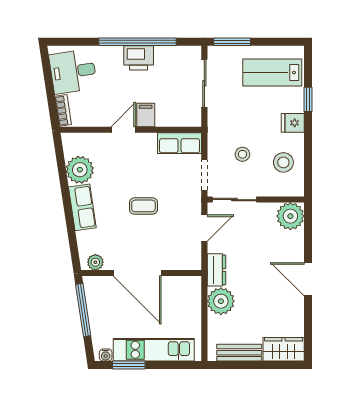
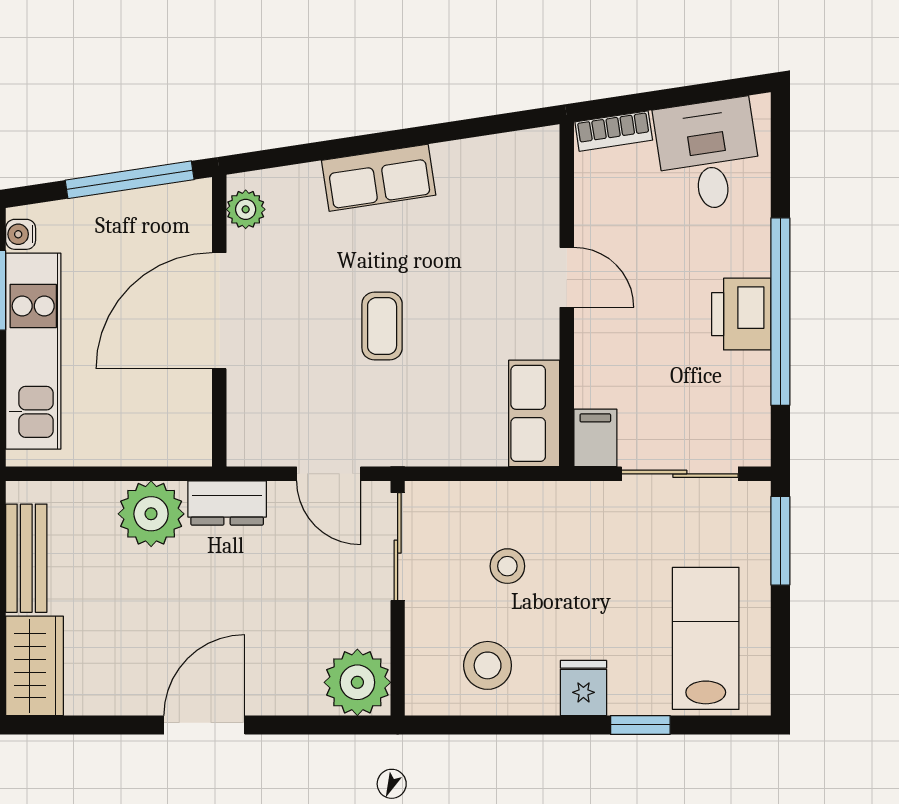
filing cabinet: (146, 115) -> (595, 438), moved, turned -90
plant: (80, 170) -> (470, 172), removed
doorway: (204, 175) -> (457, 474), removed

